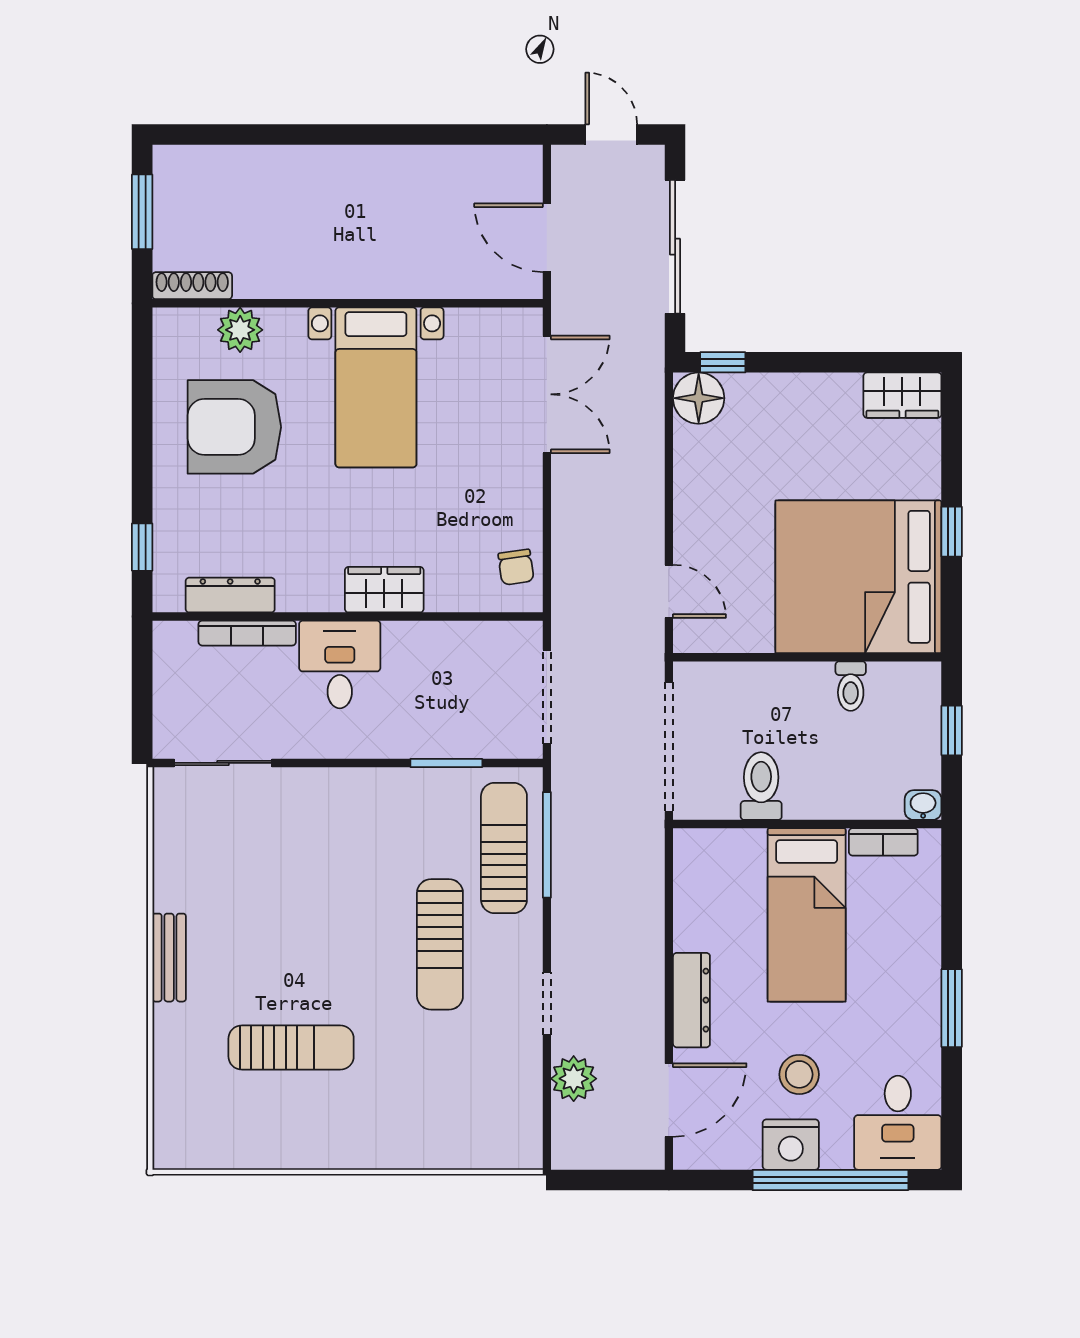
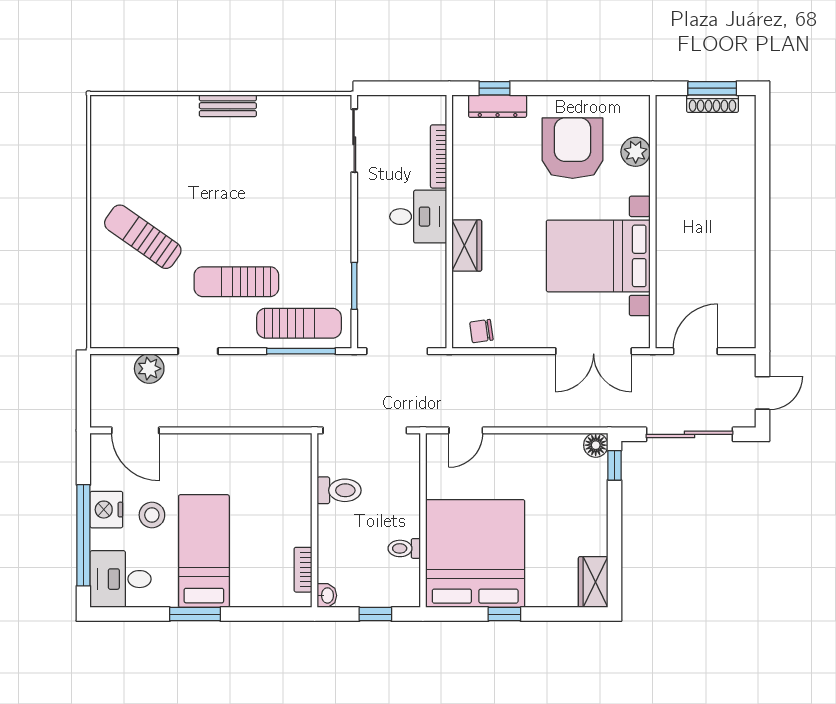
shoe rack: (192, 286) -> (712, 104), moved, turned 90
bed with nightstands: (376, 387) -> (598, 256), width x1.36
floor lamp: (699, 398) -> (596, 445), width x0.73, depth x0.73
dresser: (230, 595) -> (498, 106), moved, turned 90
bed: (807, 915) -> (204, 551), moved, turned 90
dresser: (691, 1000) -> (200, 445), removed
sun lounger: (291, 1048) -> (143, 237), moved, turned 125

